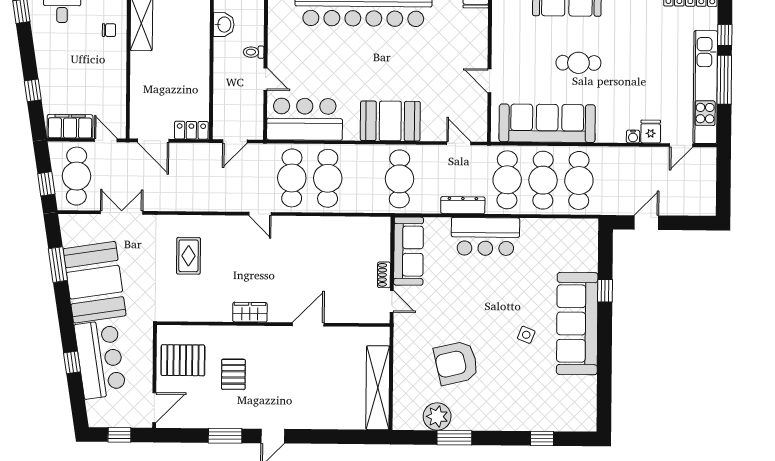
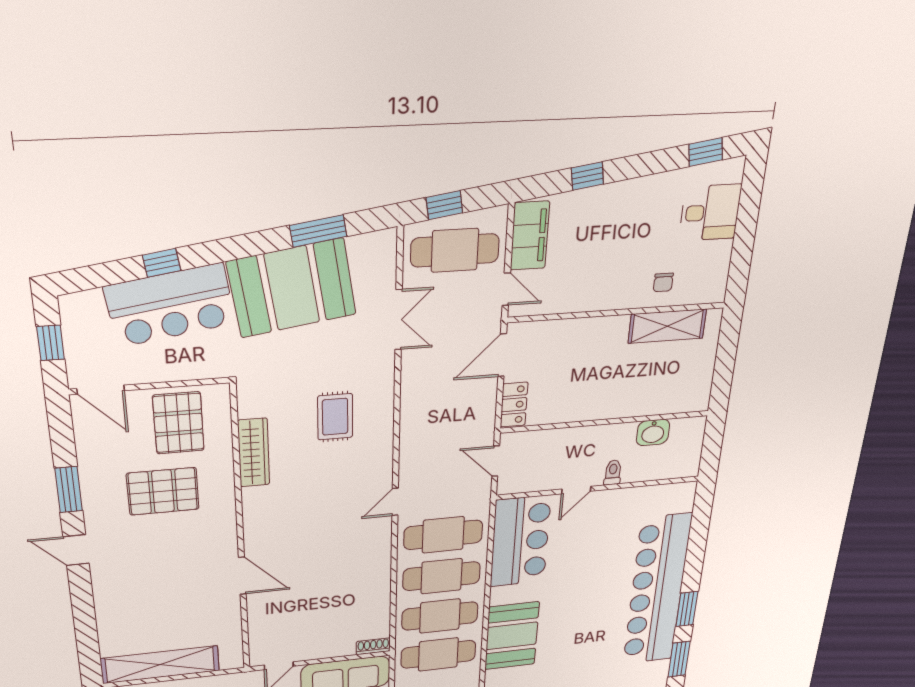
door: (106, 140) -> (506, 289), hinge flipped
cafe table: (364, 179) -> (440, 616), added
rug: (188, 256) -> (335, 417), turned 90
shoe rack: (384, 275) -> (373, 646), moved
wardrobe: (250, 312) -> (254, 453), moved, width x1.50
pallet: (233, 374) -> (163, 491), width x1.50, depth x1.42

